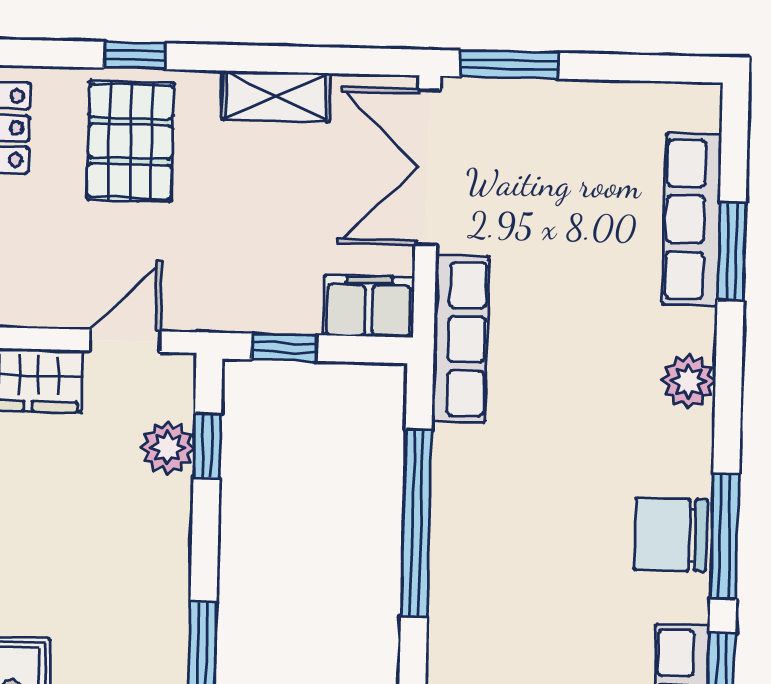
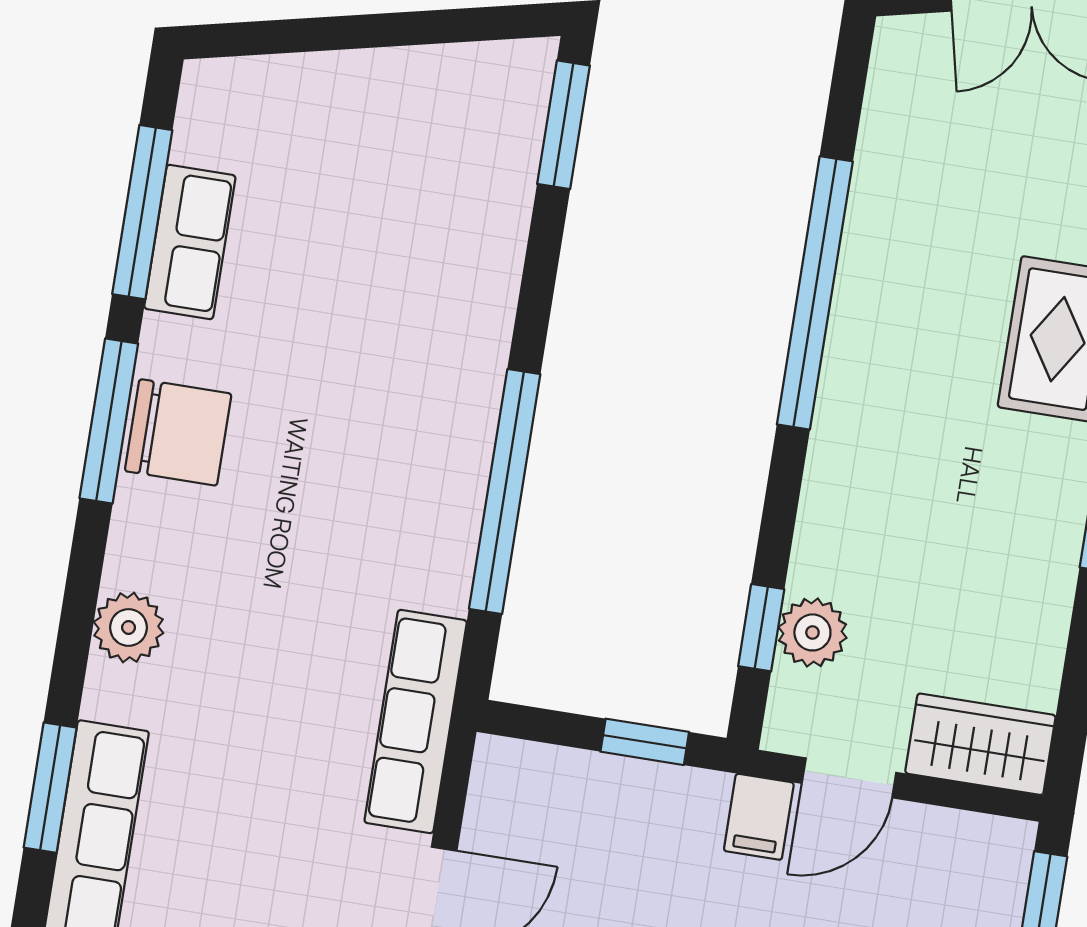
filing cabinet: (369, 306) -> (759, 817), moved, width x0.50

